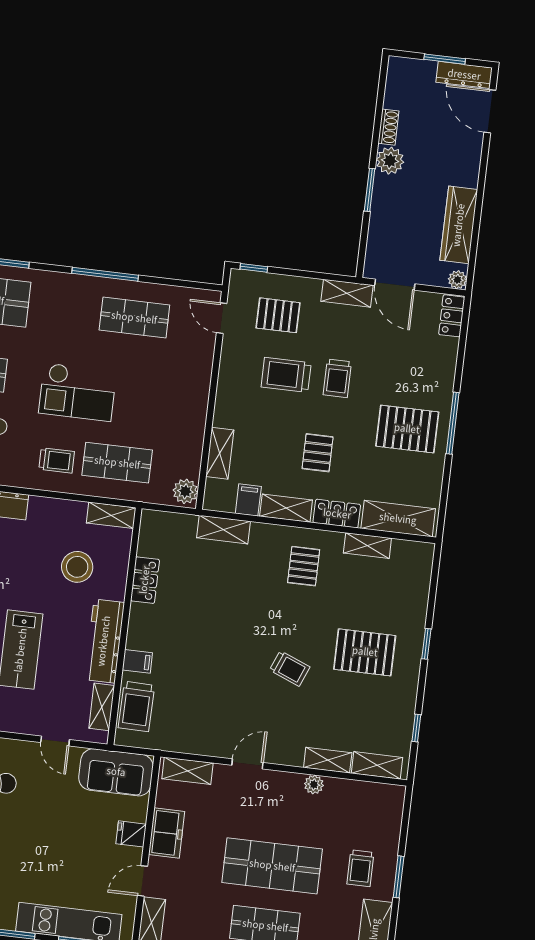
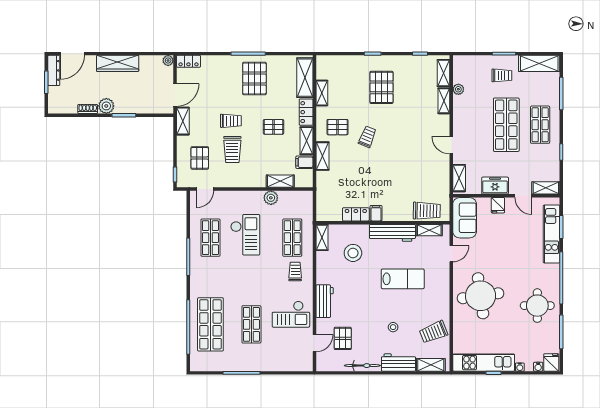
wardrobe: (459, 225) -> (118, 63), moved
checkout: (77, 392) -> (245, 235), moved
plant: (185, 491) -> (271, 198), moved
shelving: (224, 530) -> (323, 156), moved
filing cabinet: (137, 661) -> (376, 213), moved
trolley: (290, 668) -> (367, 137), moved
plant: (314, 785) -> (458, 89), moved

